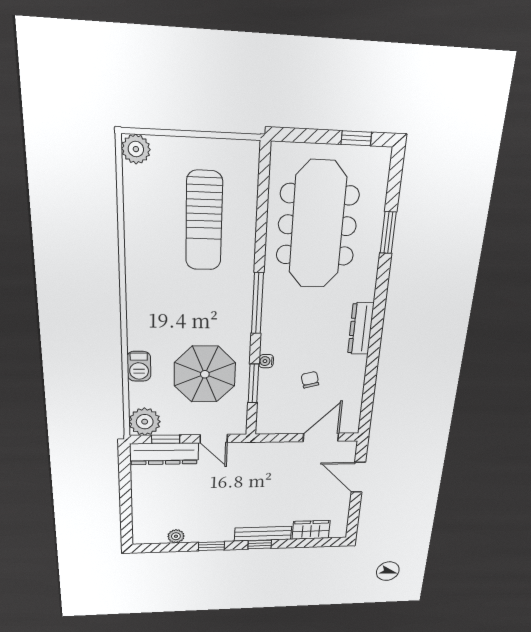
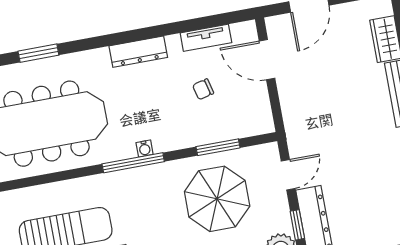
water cooler: (266, 361) -> (145, 148), moved
tv unit: (355, 390) -> (206, 38), added

